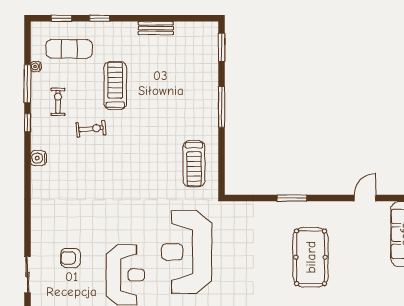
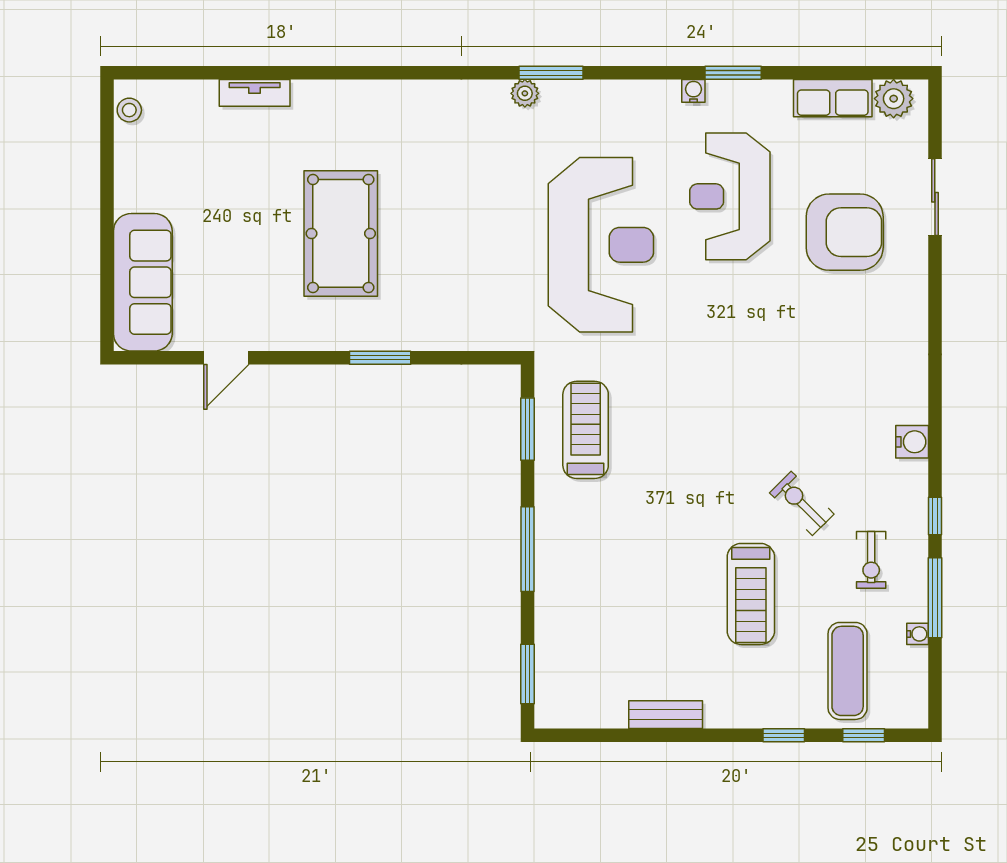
exercise mat: (69, 49) -> (848, 671), turned 90
exercise bike: (91, 129) -> (802, 503), turned 50
window: (222, 164) -> (528, 429), added
armchair: (71, 258) -> (845, 232), width x1.88, depth x1.88

